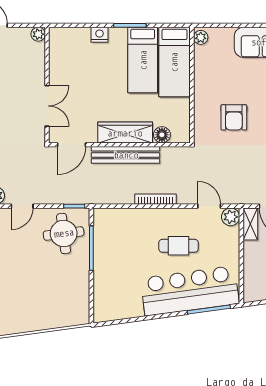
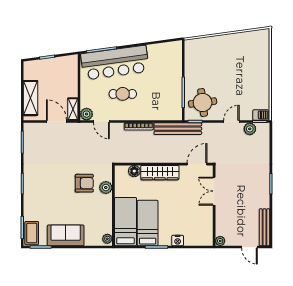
plant: (203, 111) -> (106, 188), added
armchair: (234, 117) -> (84, 183), turned 90
bench: (126, 155) -> (178, 129), moved

